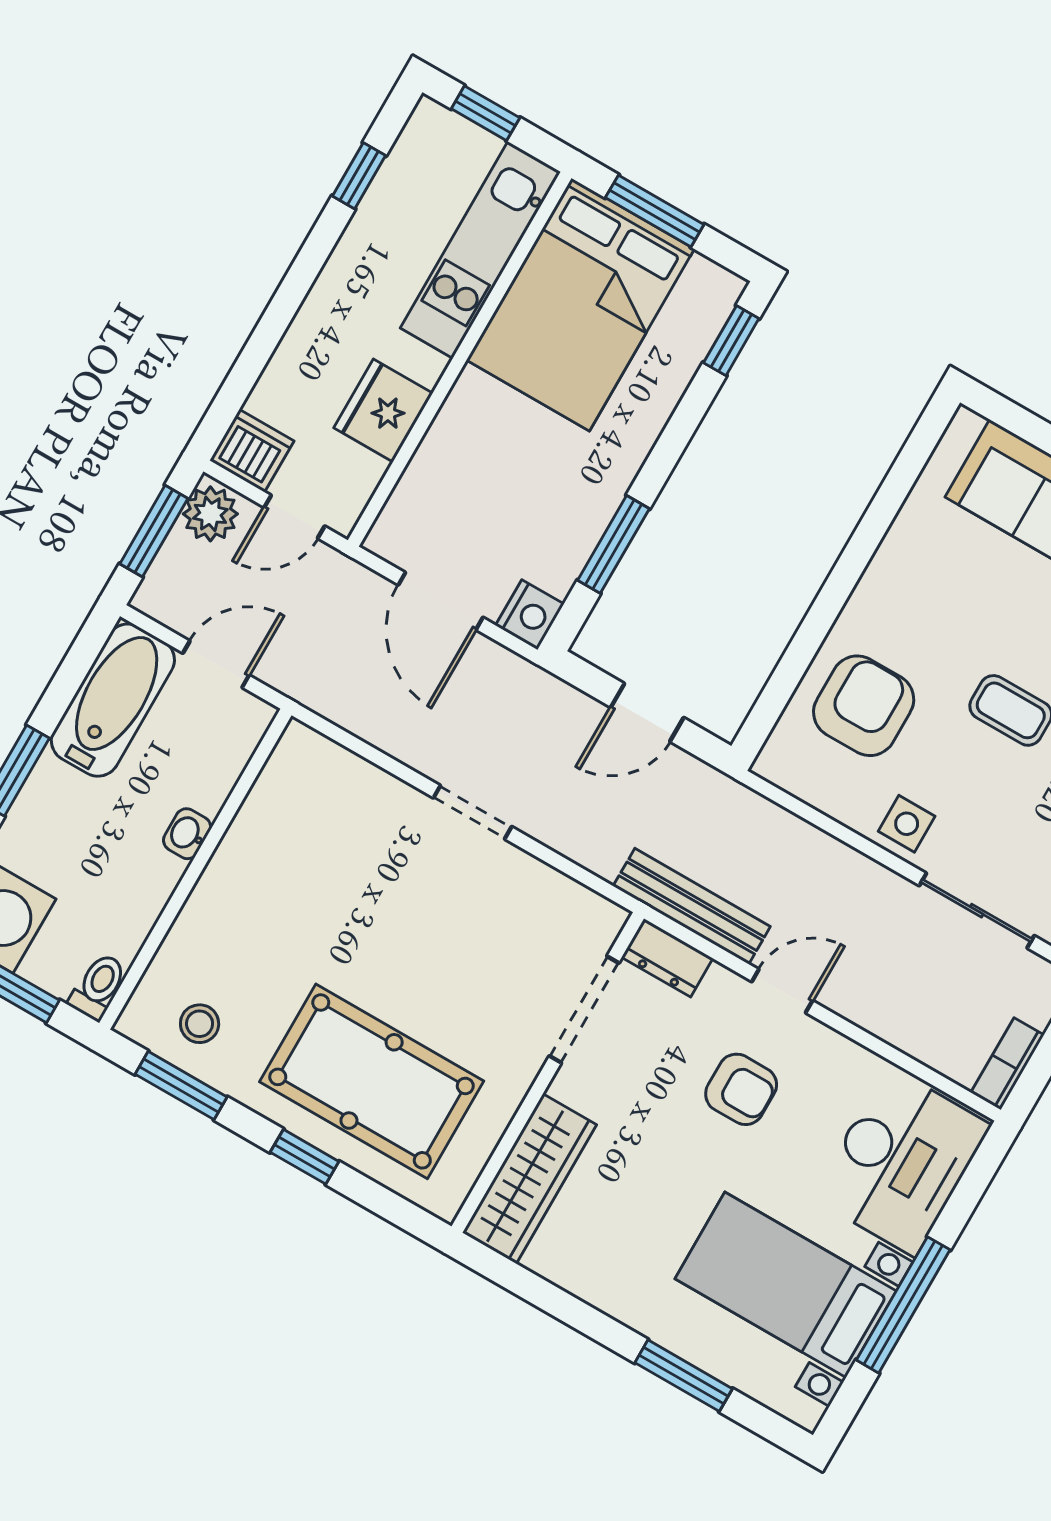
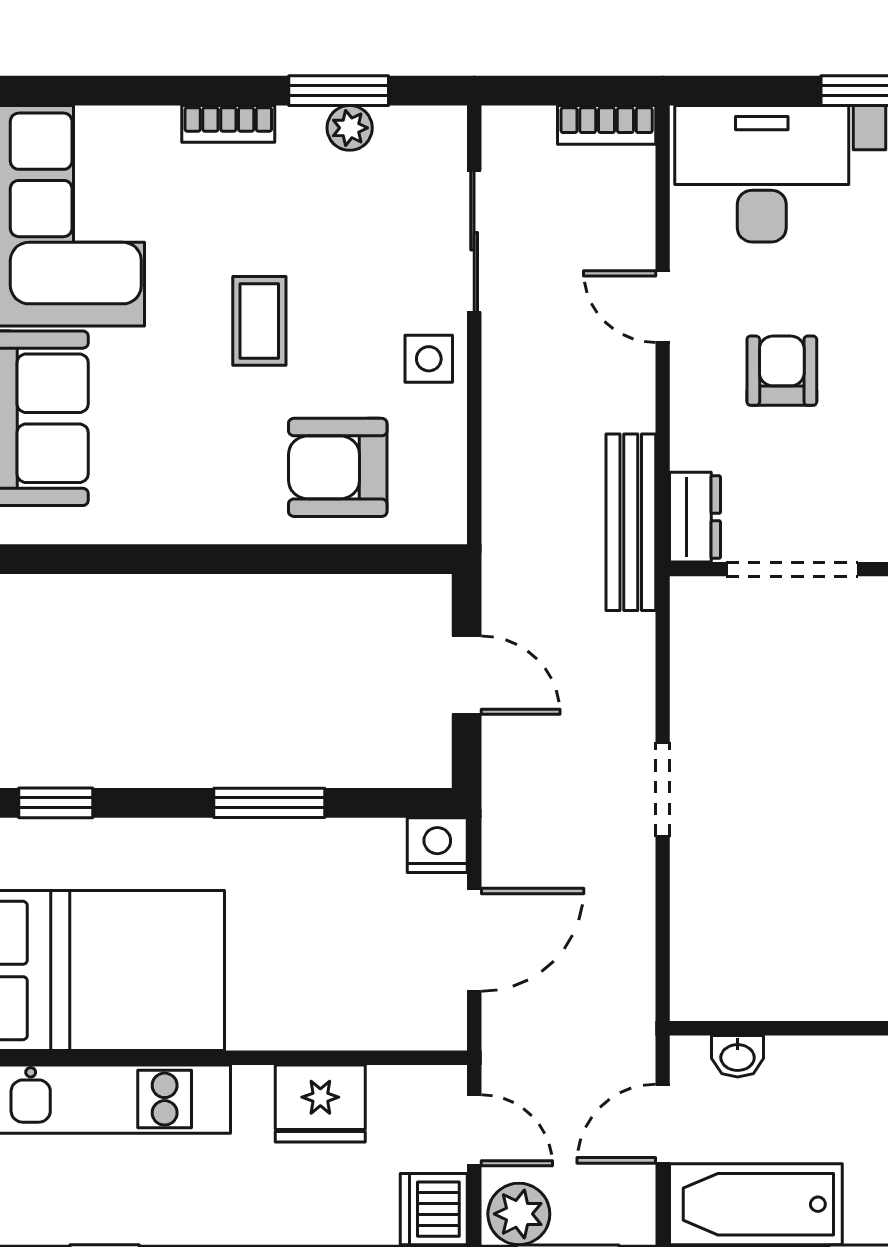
window: (613, 544) -> (269, 803), moved
door: (216, 664) -> (663, 1124), hinge flipped
washbasin: (187, 834) -> (738, 1056), moved
door: (782, 991) -> (663, 307), moved

